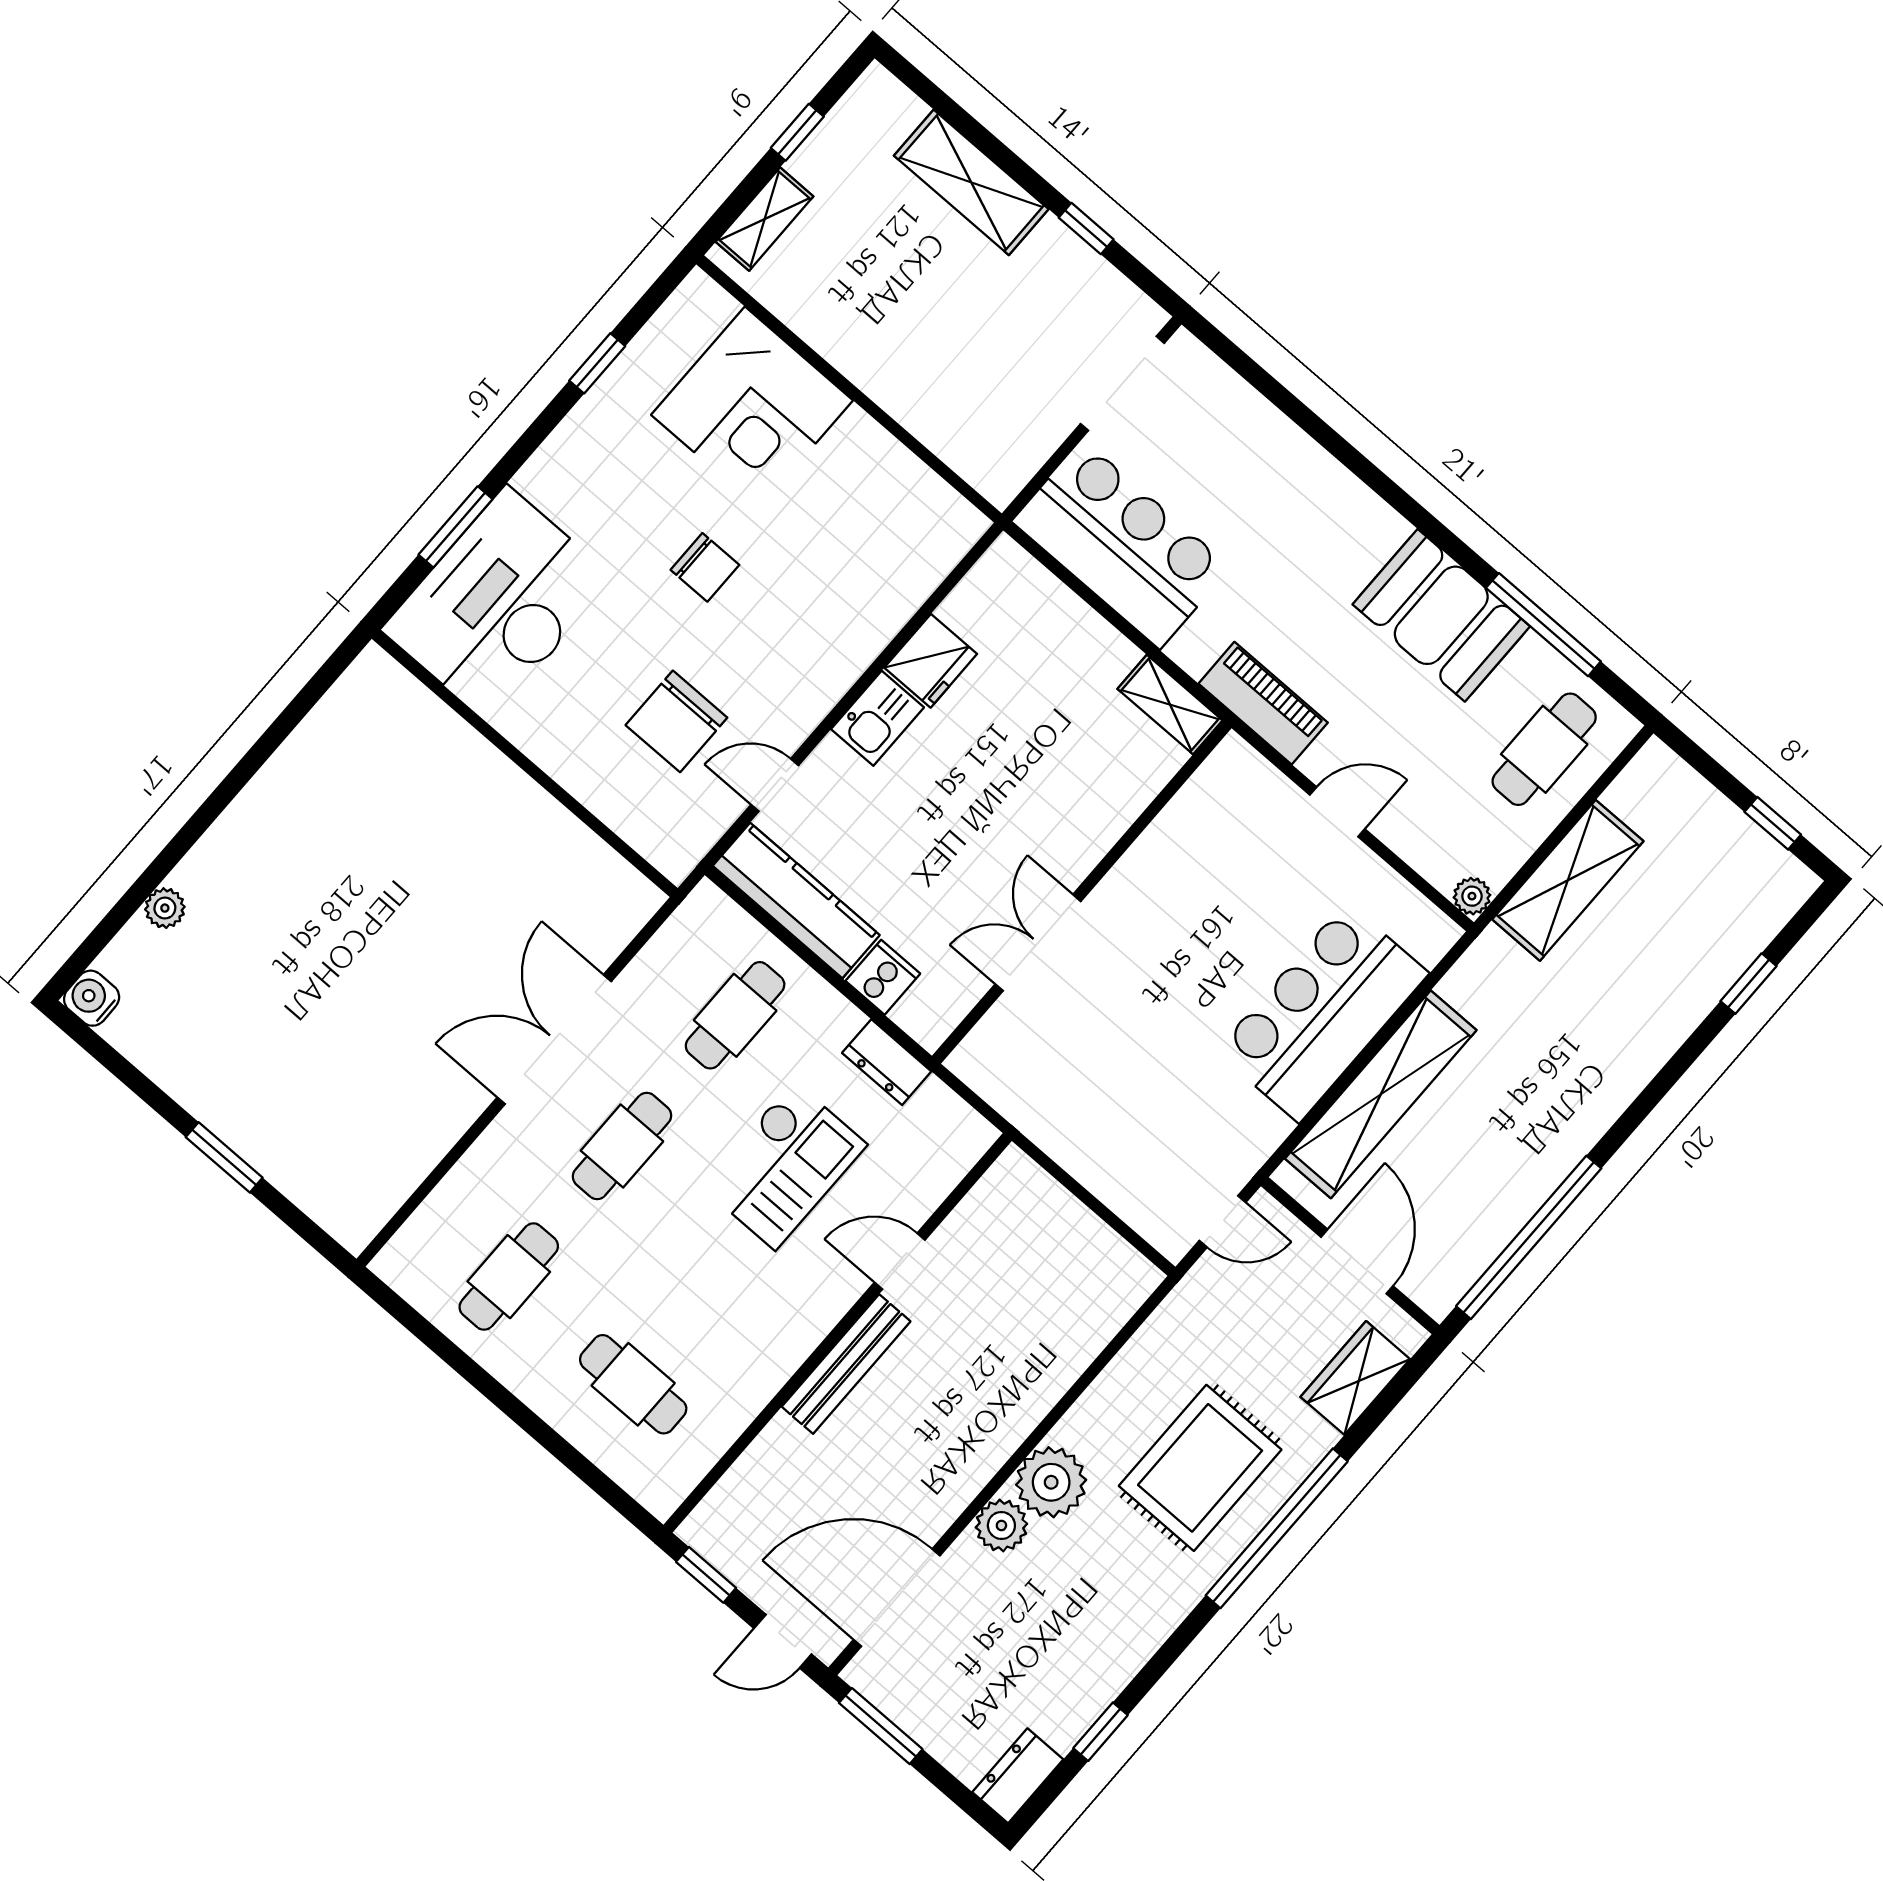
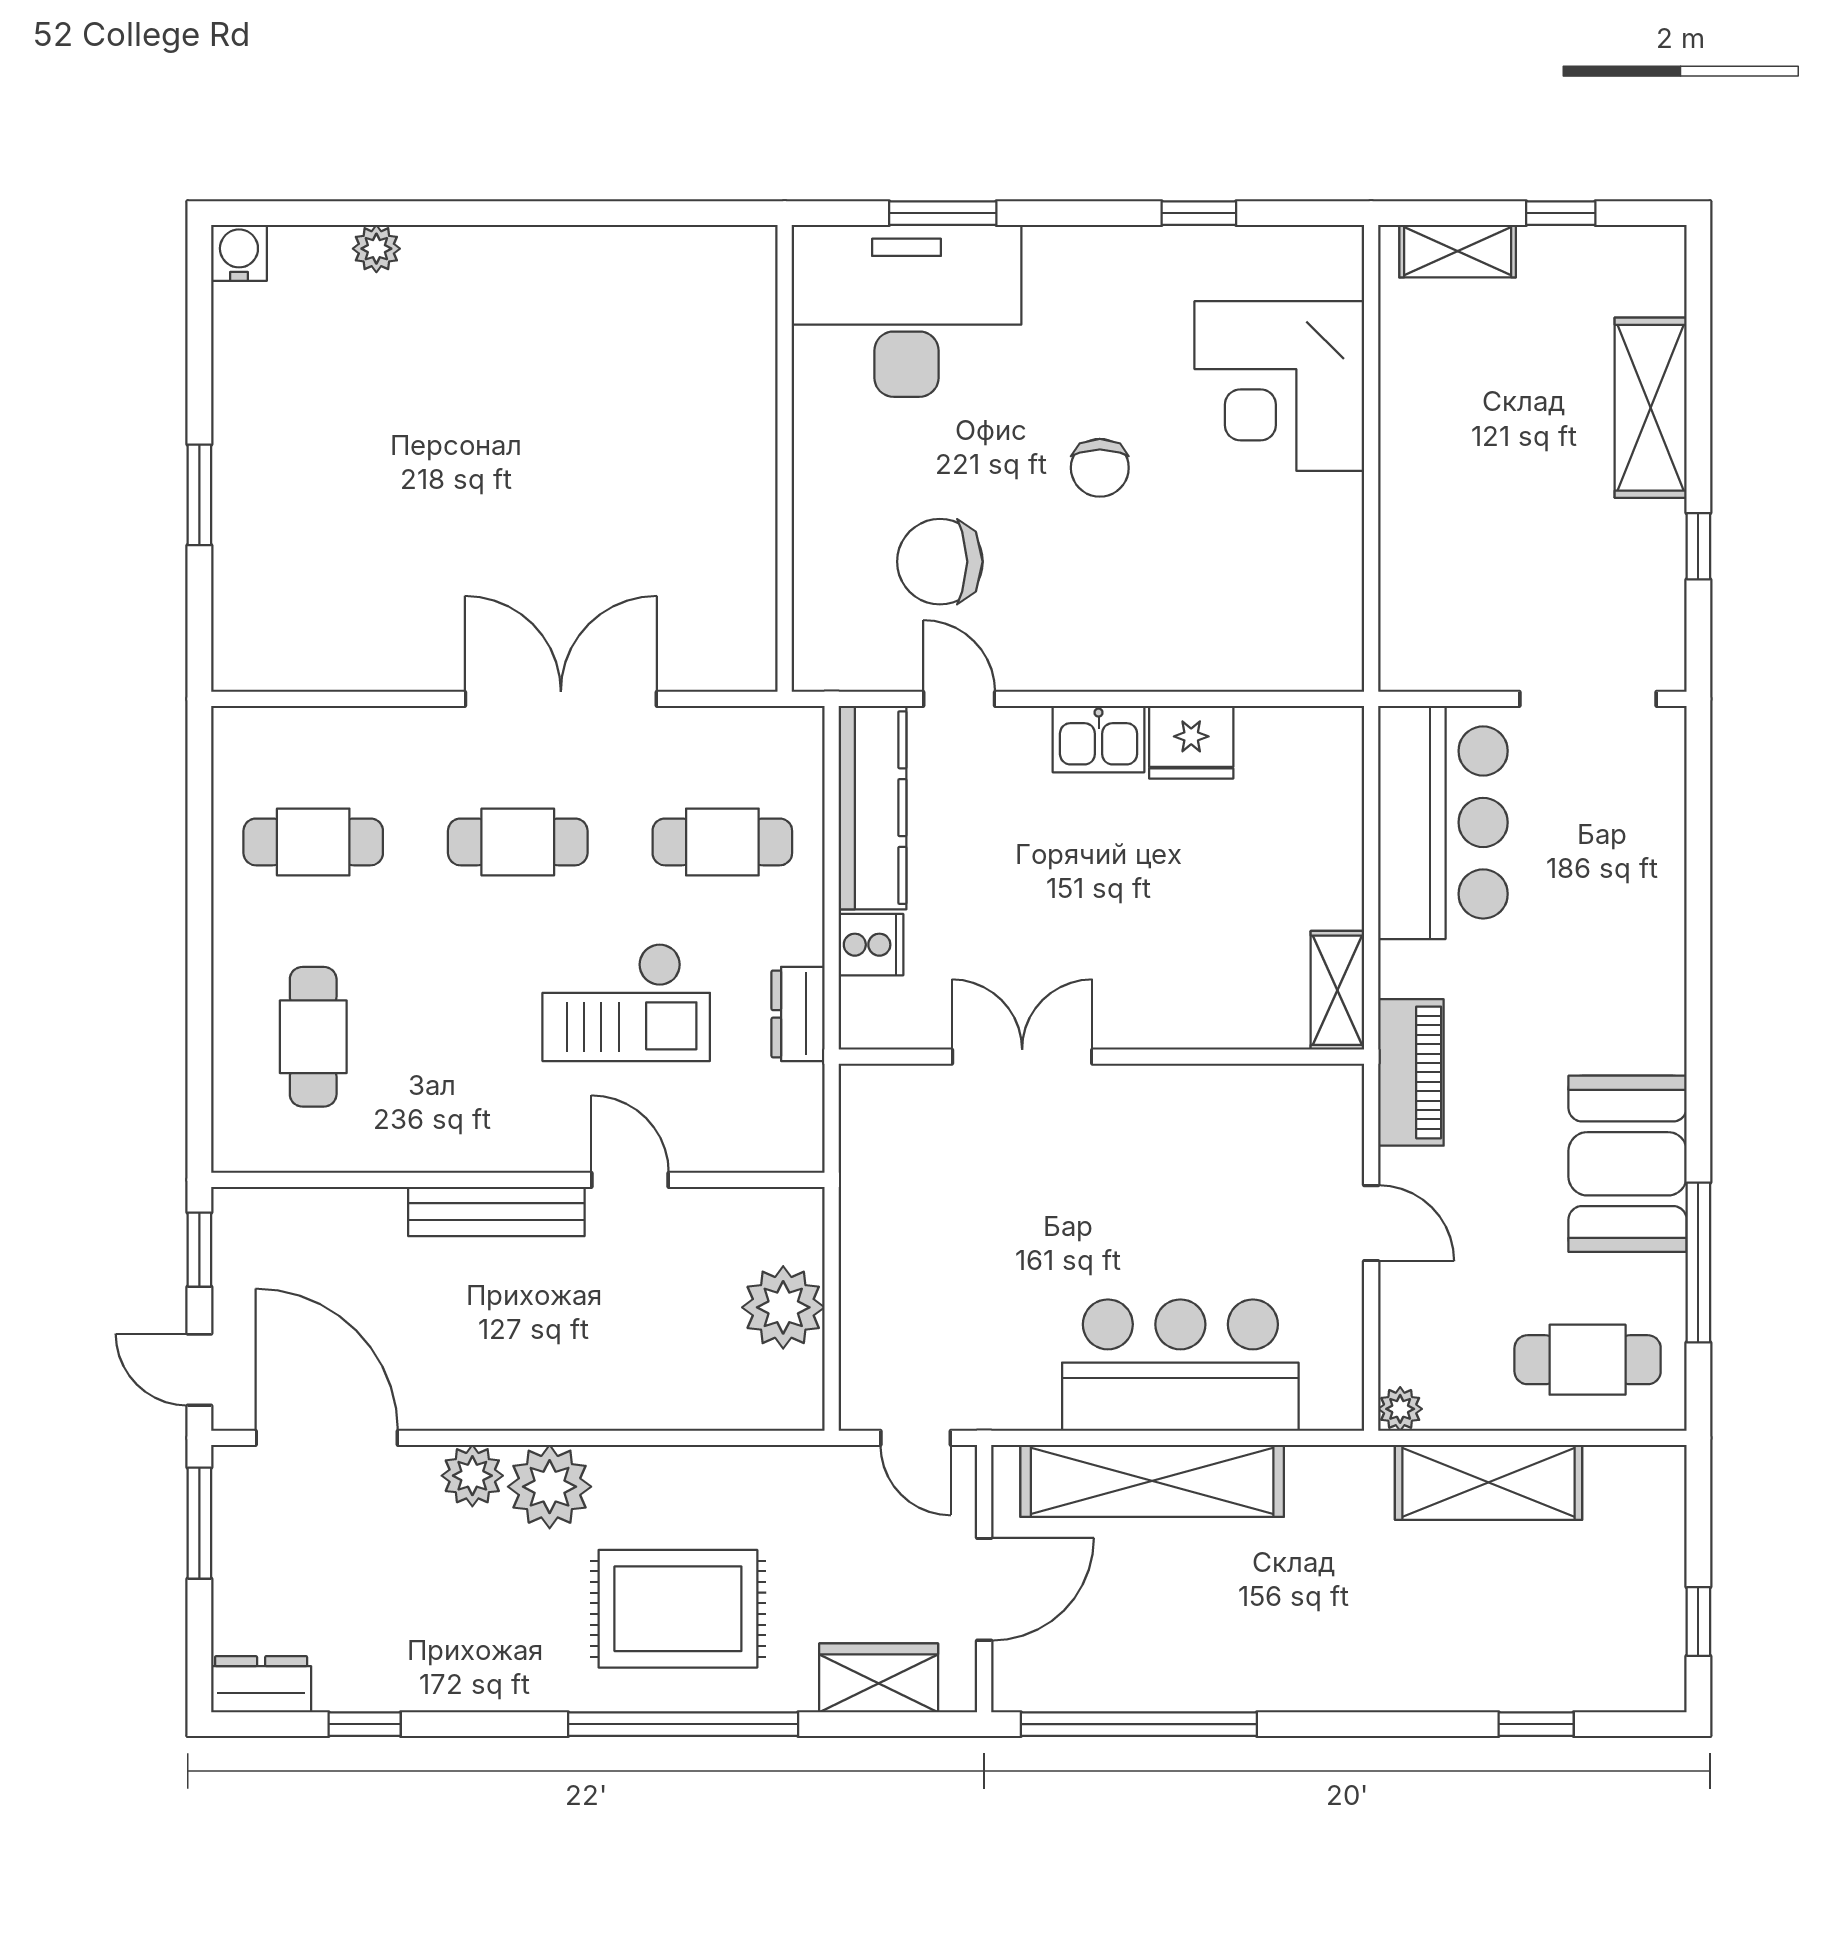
plant: (1066, 1234) -> (783, 1307), added

